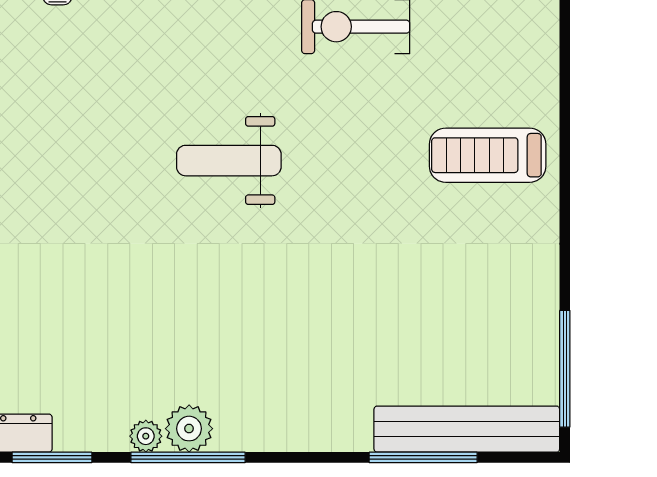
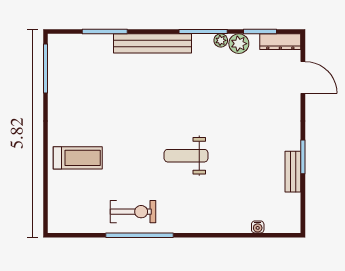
weight bench: (229, 161) -> (186, 156), turned 180
plant: (189, 429) -> (239, 44), moved
bench: (467, 429) -> (153, 43), moved

